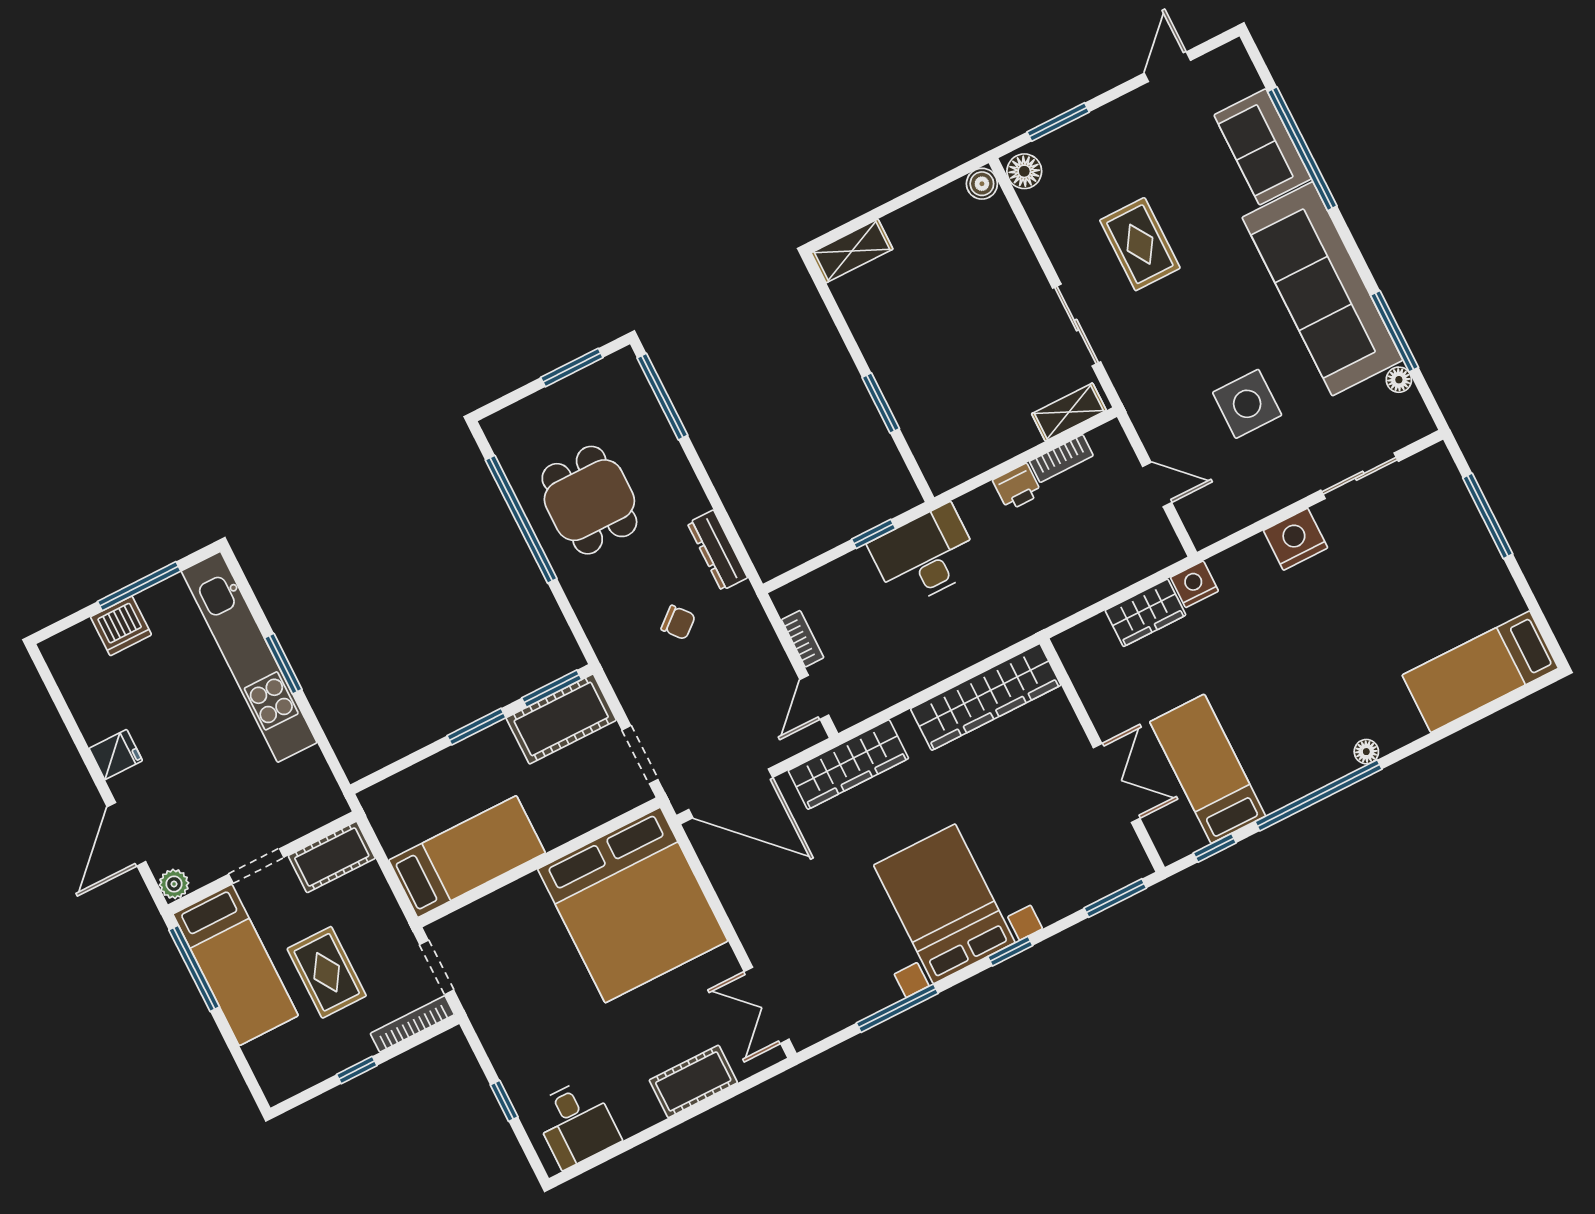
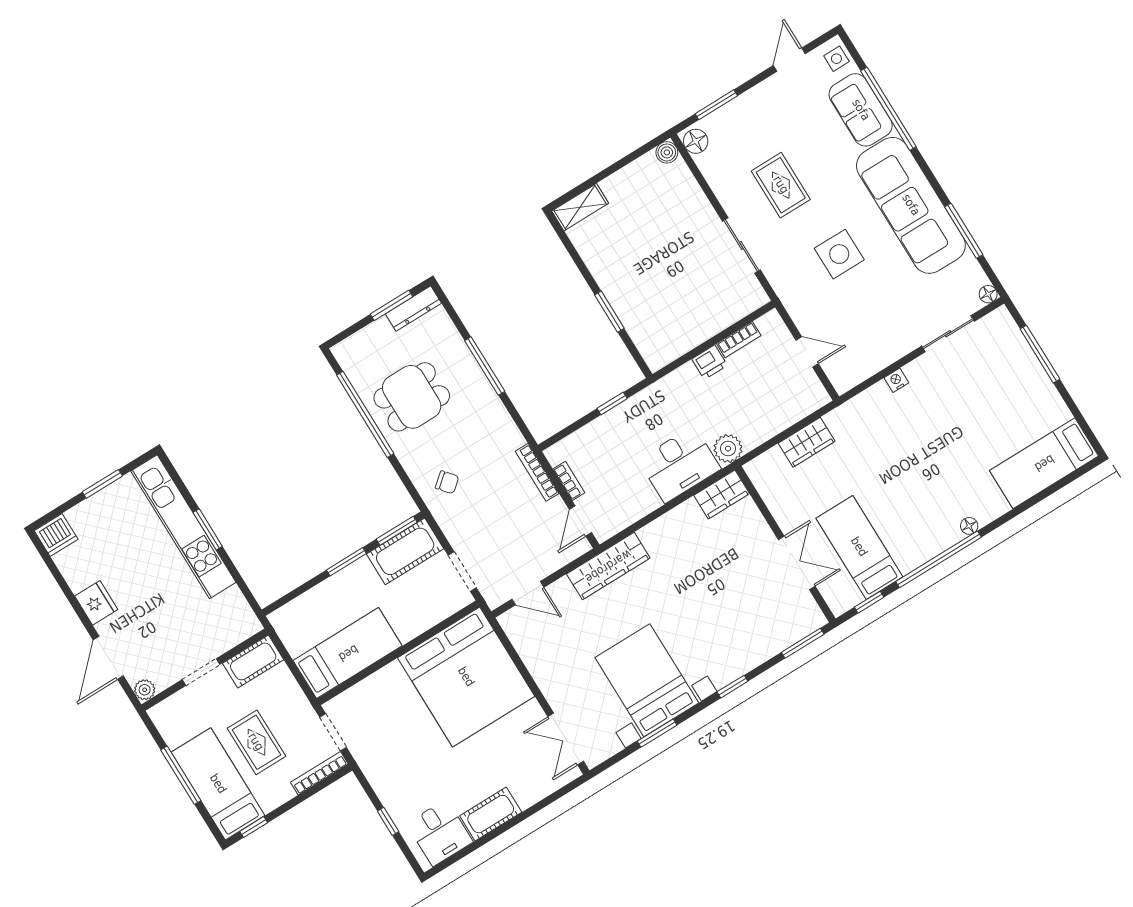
side table: (1235, 71) -> (836, 59), added
floor lamp: (1399, 380) -> (988, 294), moved
window: (662, 397) -> (485, 366), moved
side table: (1247, 404) -> (839, 254), moved
shelving: (1069, 412) -> (741, 307), removed
dining table: (589, 500) -> (412, 397), turned 90
nightstand: (1296, 539) -> (896, 380), width x0.53, depth x0.56
dresser: (717, 550) -> (413, 308), moved, turned -90
desk: (925, 556) -> (680, 464), moved, turned 180
nightstand: (1194, 584) -> (839, 419), removed
window: (139, 586) -> (102, 484), width x0.69
plant: (1033, 612) -> (728, 449), added
chair: (678, 622) -> (447, 482), moved
bookcase: (759, 623) -> (537, 472), added
dishwasher: (121, 626) -> (56, 535), moved
wardrobe: (986, 697) -> (722, 494), width x0.48, depth x0.85
fridge: (116, 754) -> (96, 603), width x1.38
door: (731, 793) -> (528, 593), width x0.53
bed with nightstands: (944, 904) -> (647, 680), moved
bed: (236, 965) -> (218, 784), moved, turned 180
window: (194, 968) -> (181, 775), moved
window: (897, 1008) -> (657, 733), width x0.69
window: (357, 1070) -> (254, 827), moved
cot: (693, 1081) -> (491, 814), moved

